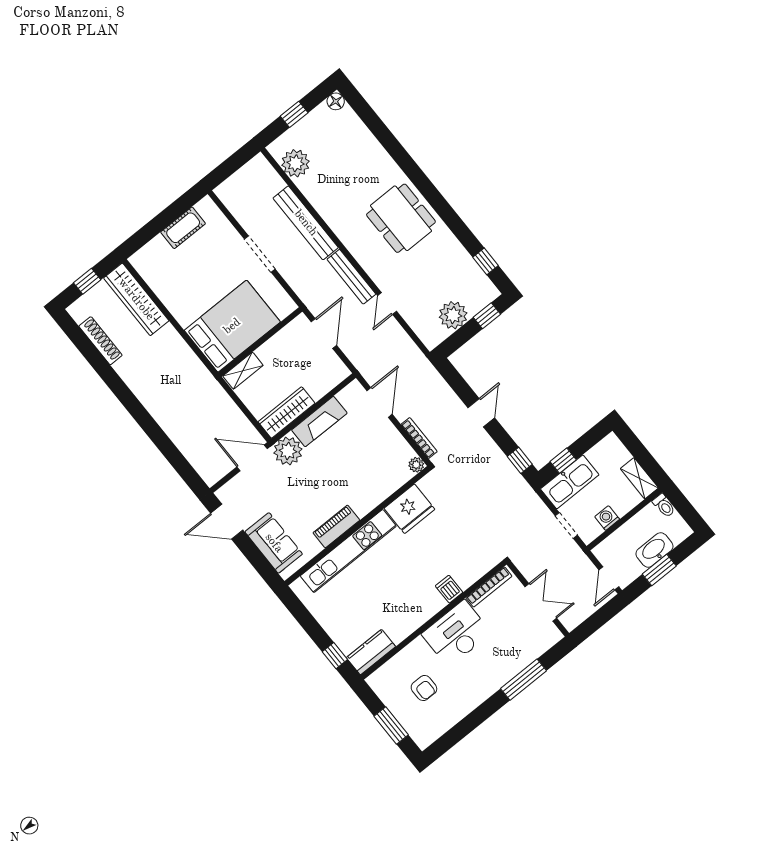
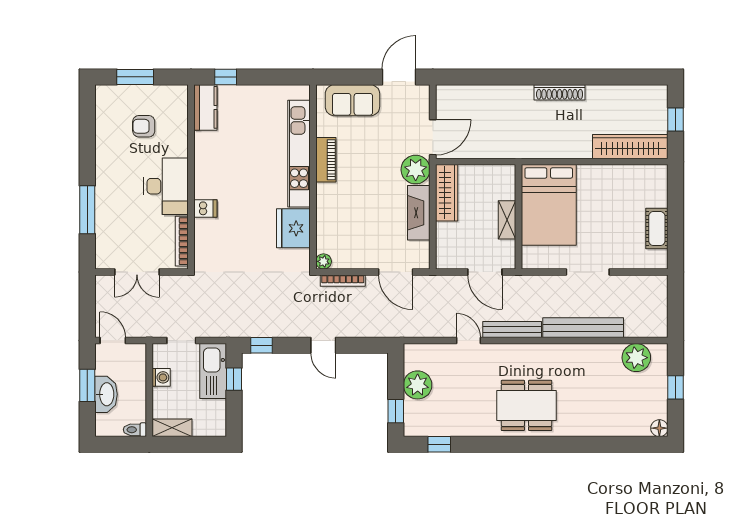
shoe rack: (100, 341) -> (560, 92), moved
shelving: (243, 371) -> (507, 220), moved

